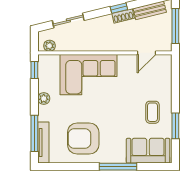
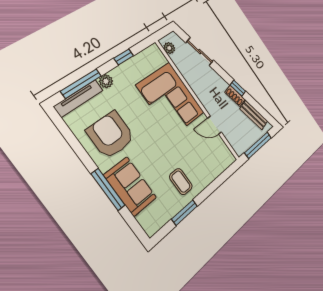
door: (146, 53) -> (215, 125), moved
window: (34, 70) -> (124, 57), moved
plant: (44, 99) -> (106, 81), moved
coffee table: (152, 112) -> (181, 182), turned 90
sofa: (148, 151) -> (130, 186), moved

